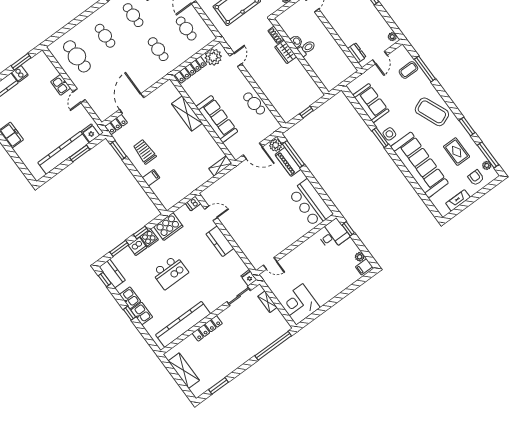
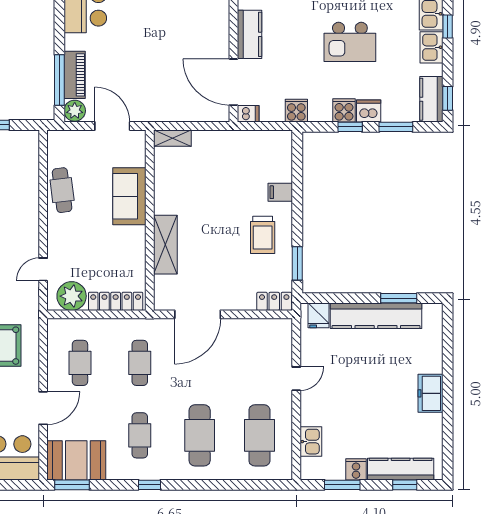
cafe table: (105, 36) -> (200, 435), width x1.37, depth x1.35
kitchen sink: (61, 85) -> (311, 442), moved
door: (132, 104) -> (198, 314), moved
sofa: (217, 119) -> (129, 196), width x0.73
window: (80, 154) -> (399, 298), moved
door: (211, 213) -> (233, 82), width x1.88
cooker: (168, 227) -> (296, 111), width x0.53, depth x0.76
kitchen island: (170, 272) -> (350, 42), turned 180

